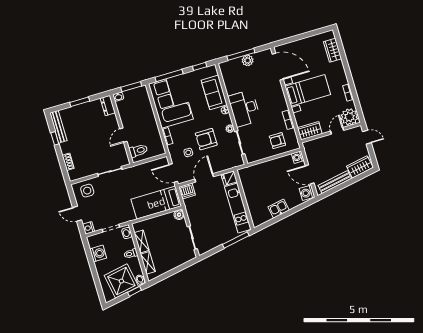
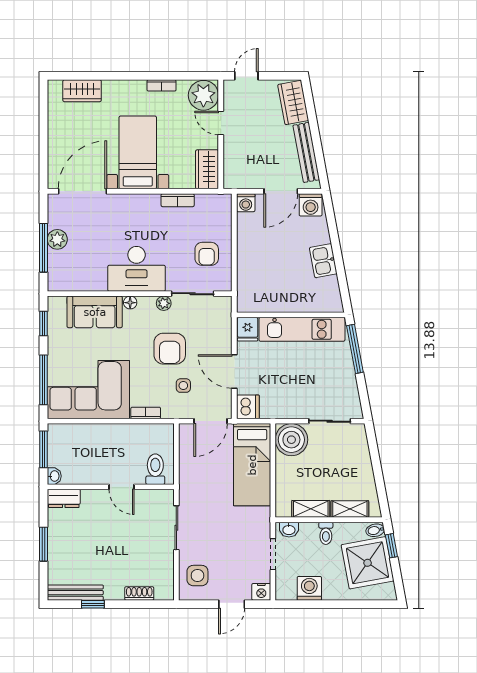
armchair: (277, 141) -> (207, 254), moved
boiler: (179, 215) -> (291, 440), width x1.86, depth x1.86

